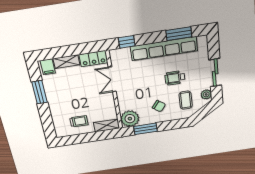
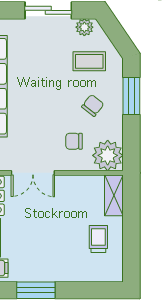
wheelchair: (175, 78) -> (47, 75), removed
chair: (136, 99) -> (74, 141), added
window: (145, 129) -> (131, 96), moved

